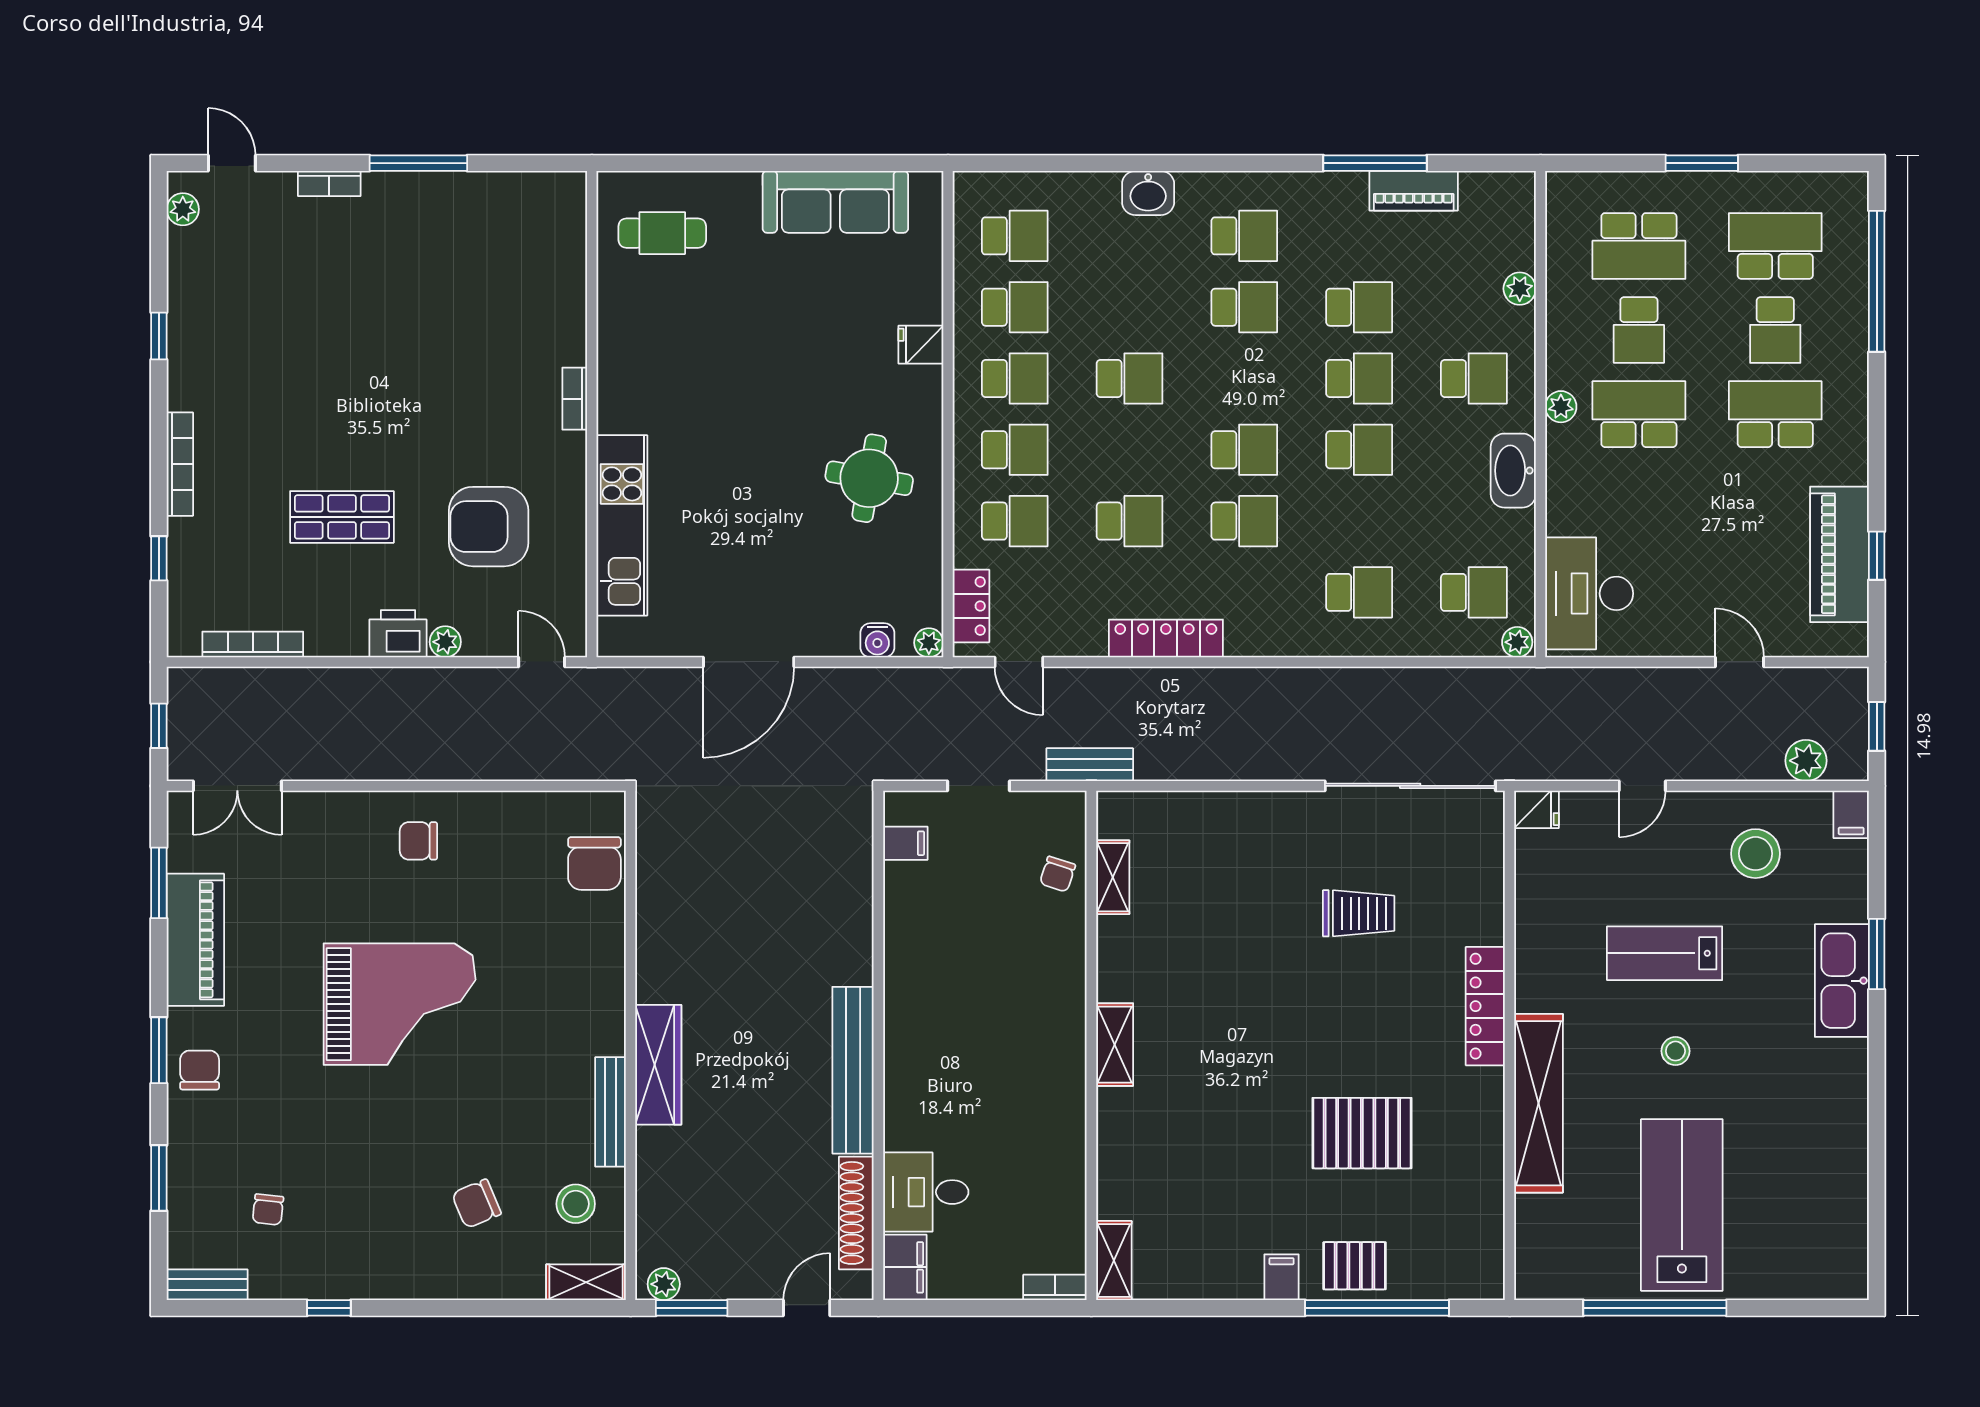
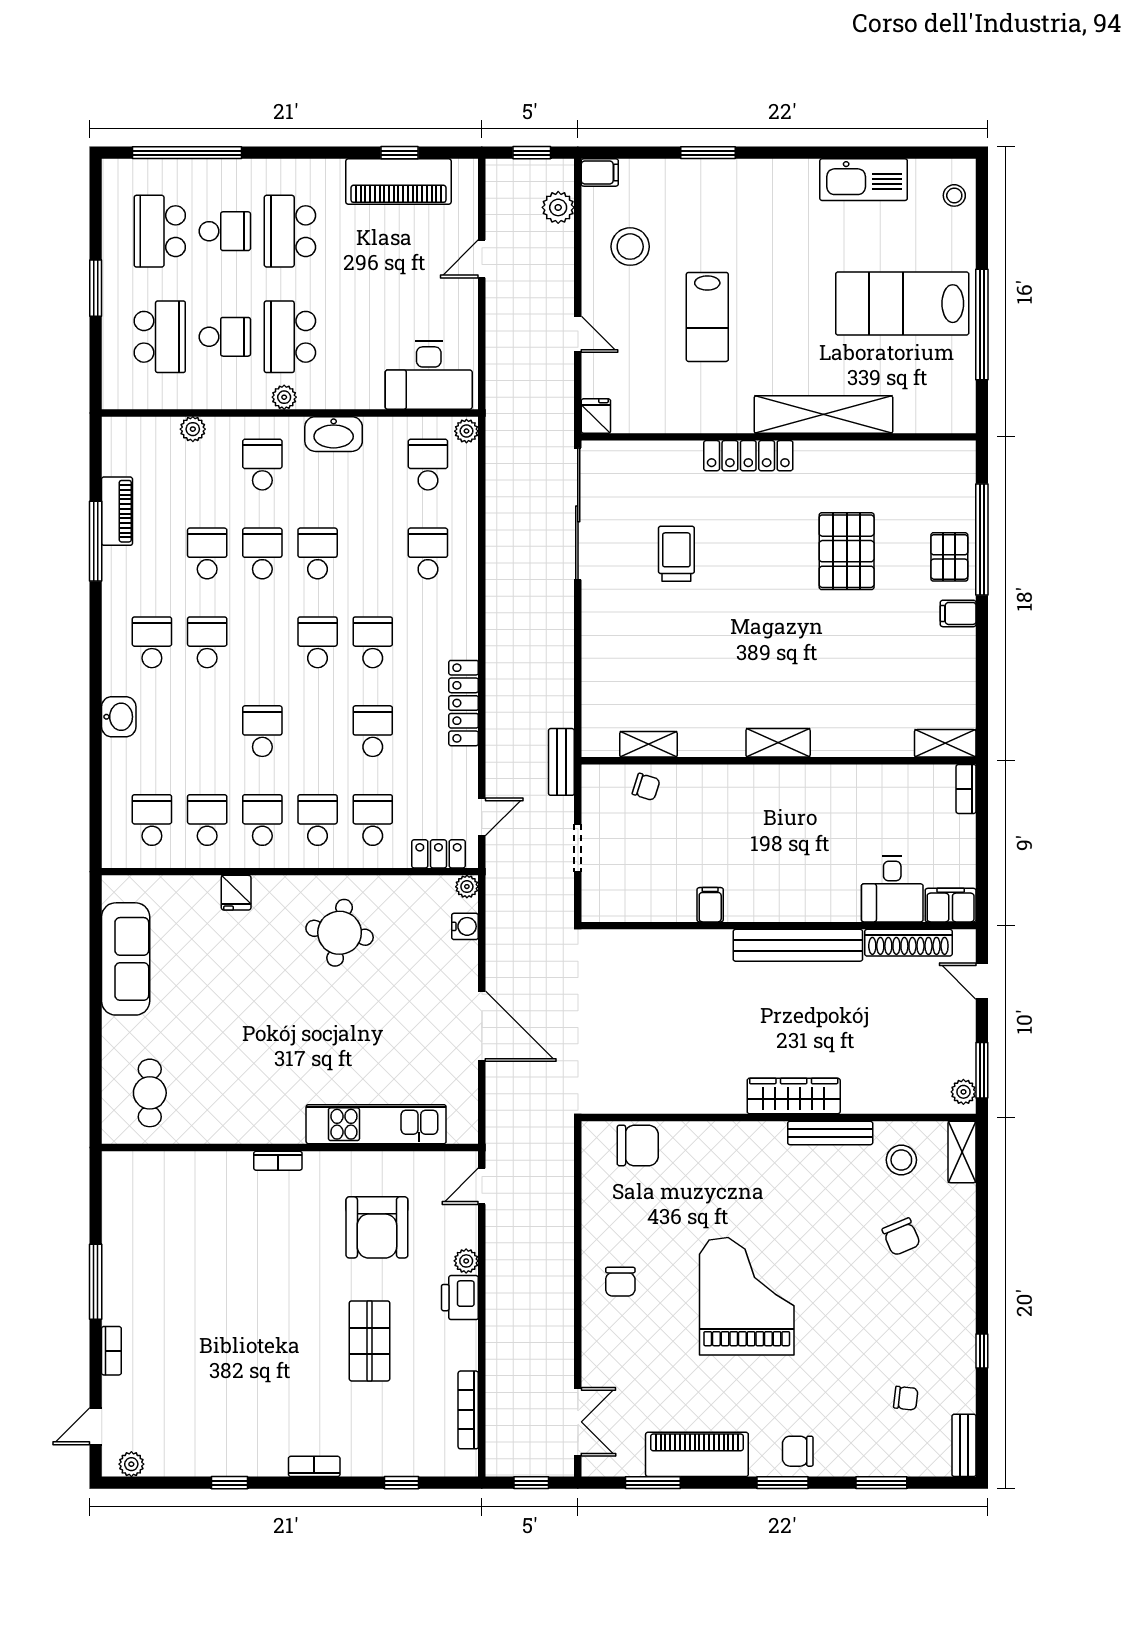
bookcase: (180, 464) -> (314, 1466), width x0.64
filing cabinet: (905, 843) -> (710, 905), moved
kitchen sink: (1842, 981) -> (864, 180), moved
stool: (1675, 1051) -> (954, 195), moved

